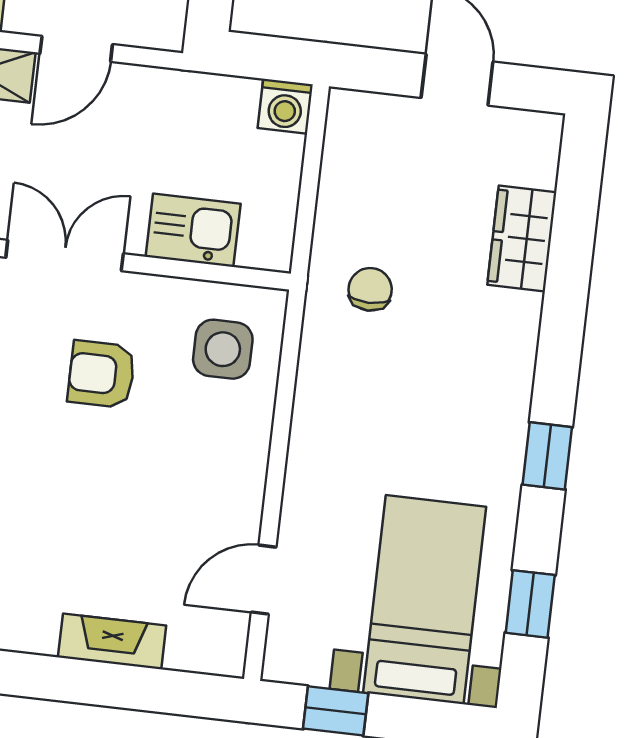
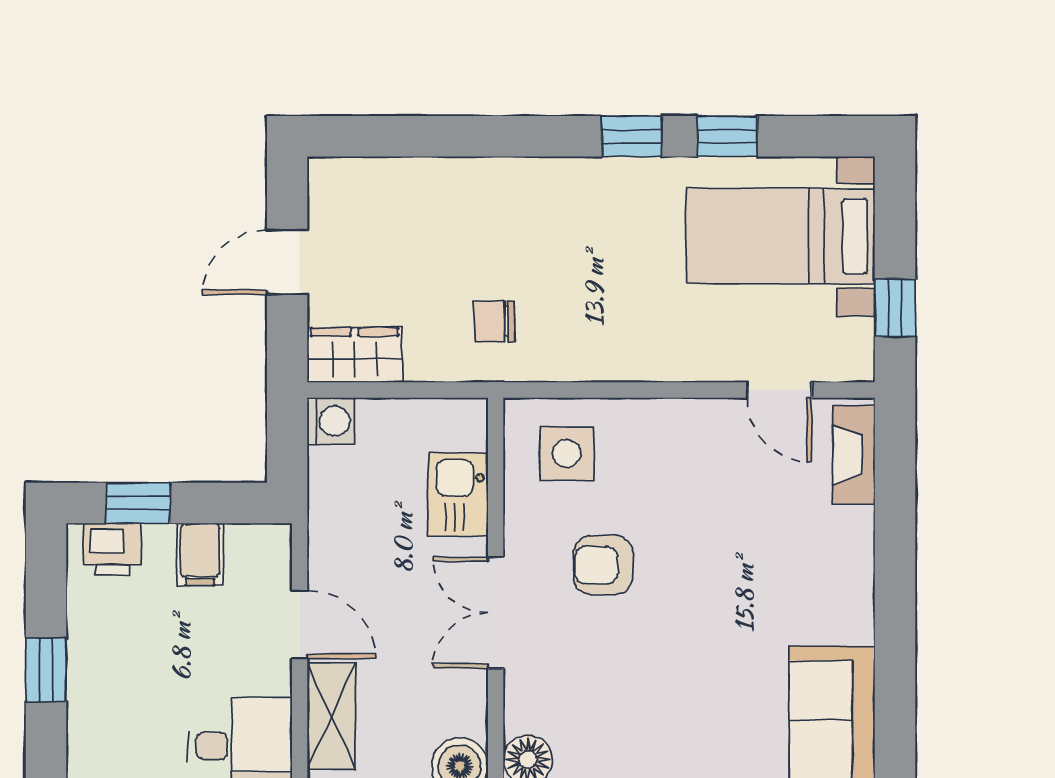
wardrobe: (522, 238) -> (355, 355), moved, turned 180
armchair: (101, 374) -> (603, 565), turned 90
window: (530, 604) -> (727, 136), moved
fireplace: (112, 641) -> (854, 455), moved

